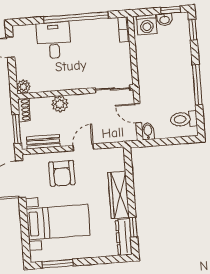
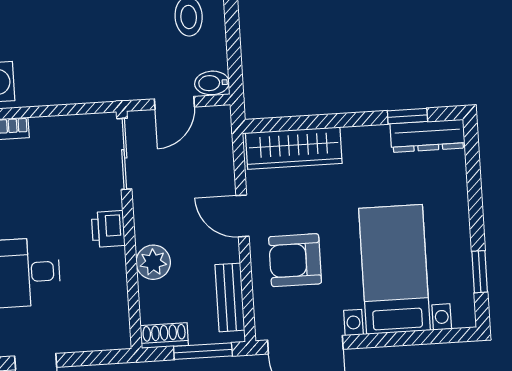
printer: (76, 82) -> (108, 229), added
plant: (23, 87) -> (117, 336), removed
armchair: (62, 173) -> (295, 260), turned 180
wardrobe: (119, 195) -> (294, 148), moved
window: (58, 264) -> (480, 272), width x0.67

